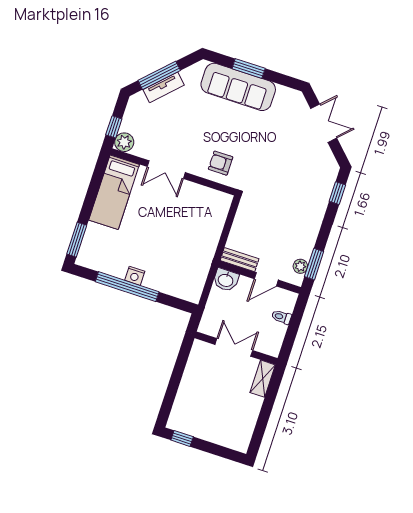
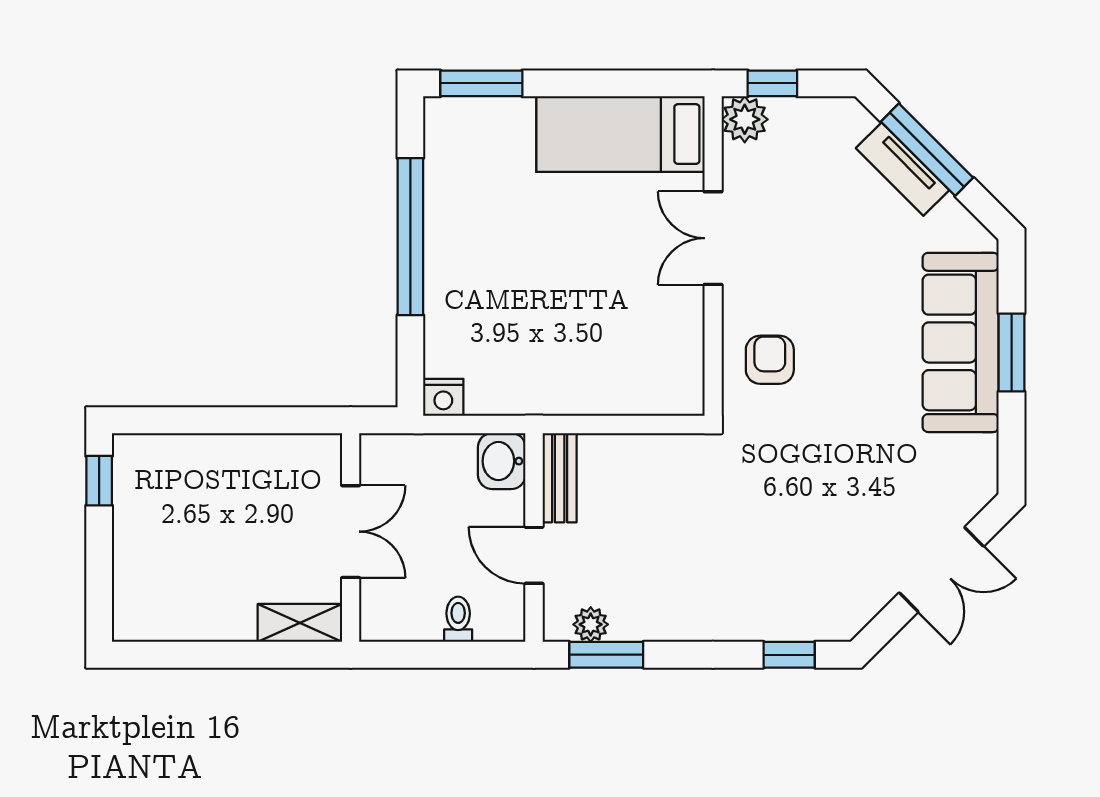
nightstand: (135, 276) -> (443, 397), moved, turned -90

